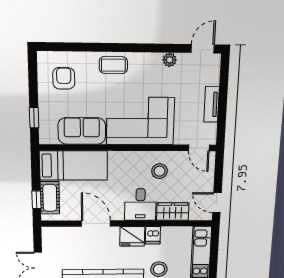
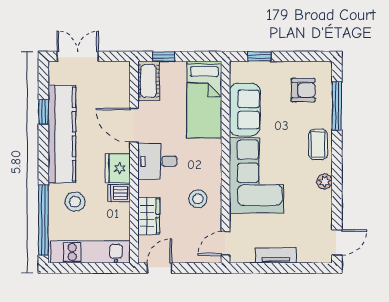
window: (78, 47) -> (337, 106), added
door: (203, 49) -> (337, 242), hinge flipped
plant: (170, 60) -> (325, 181), moved
cot: (50, 198) -> (149, 81), moved, turned 90
desk: (140, 205) -> (157, 161), moved
door: (96, 224) -> (134, 125), swing flipped

